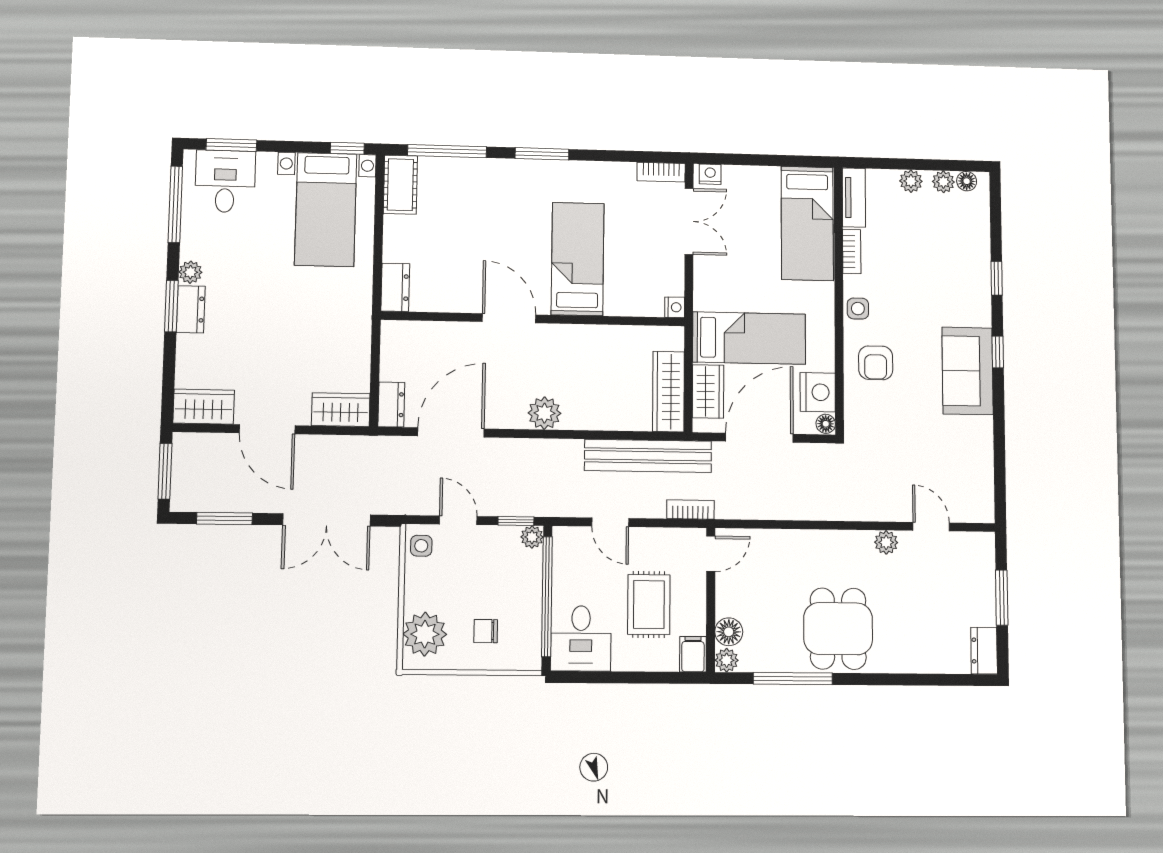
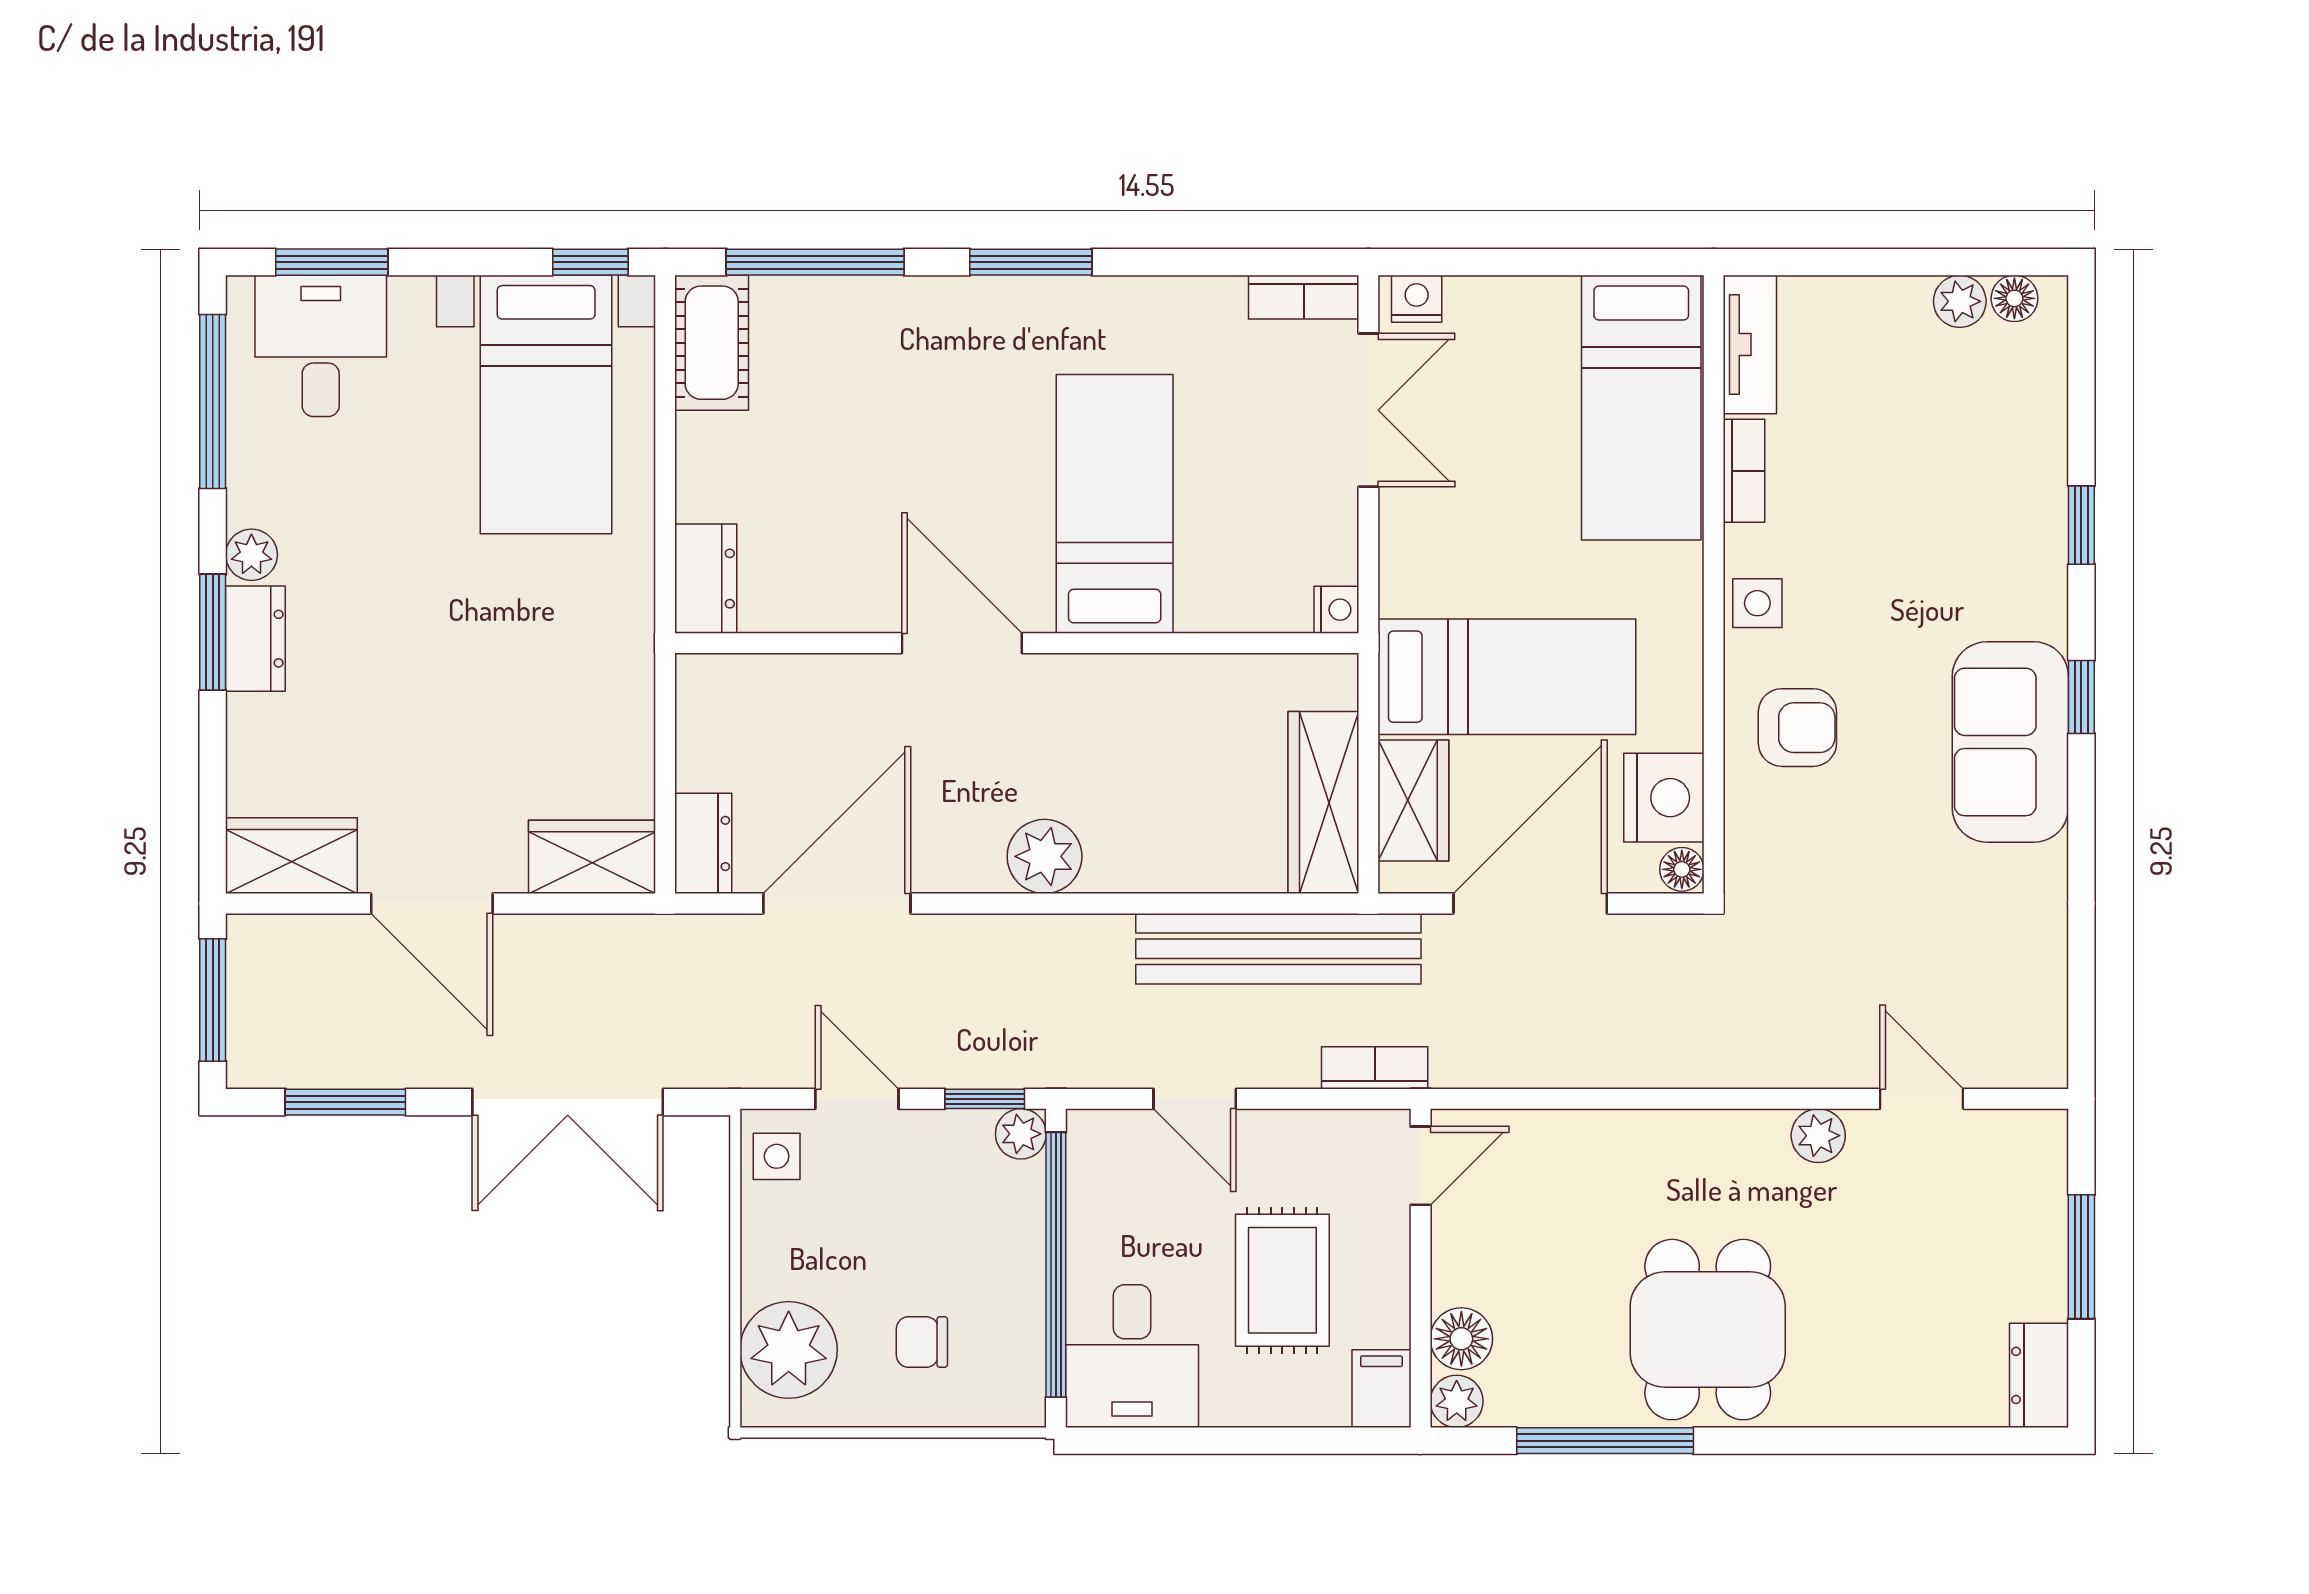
plant: (911, 181) -> (1883, 302), removed
armchair: (876, 363) -> (1797, 728), turned -90

